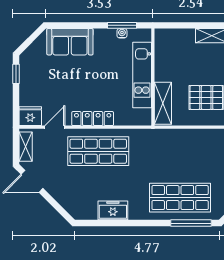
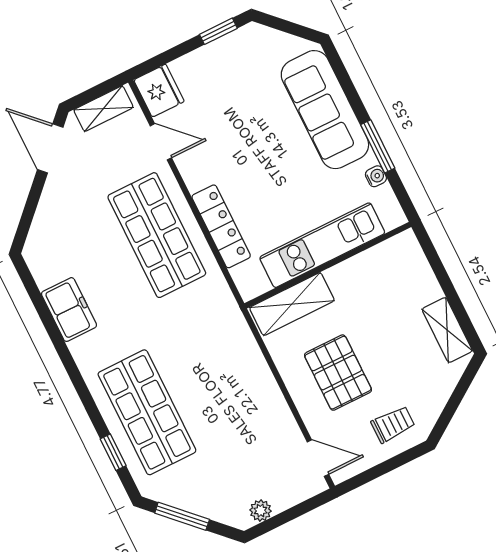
window: (122, 25) -> (378, 146), moved
sofa: (70, 42) -> (325, 110), width x1.36
locker: (93, 119) -> (221, 226), moved
window: (191, 223) -> (113, 452), width x0.46

